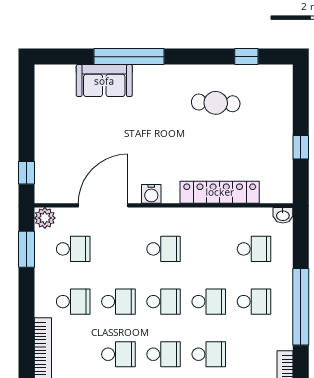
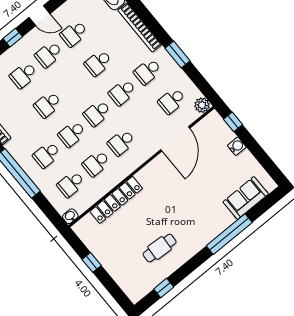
sofa: (104, 81) -> (246, 198), moved
water cooler: (151, 194) -> (237, 146), moved, turned 90
window: (26, 249) -> (177, 55), moved
school desk: (164, 354) -> (96, 163), moved

